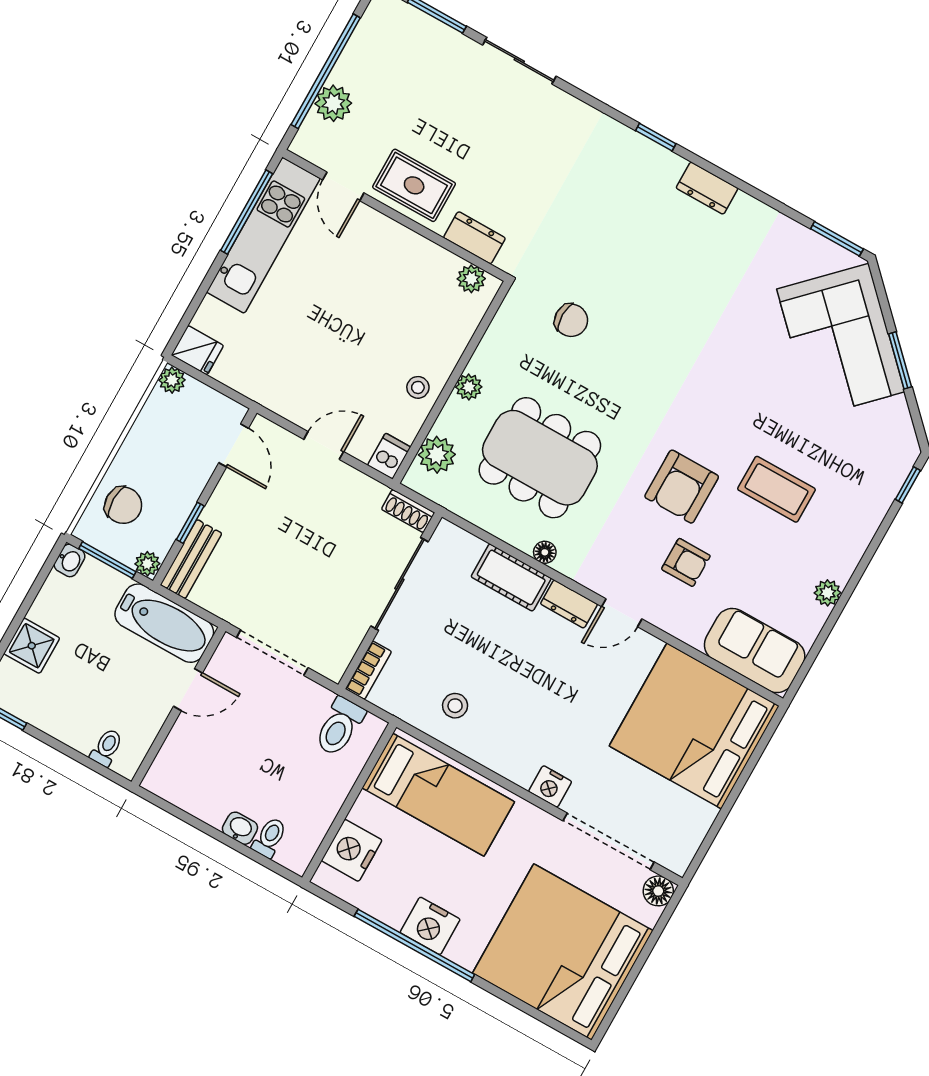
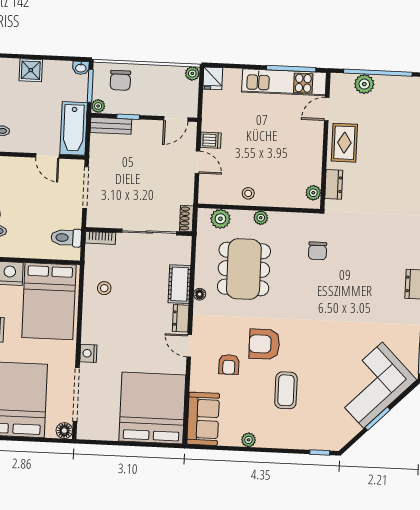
dishwasher: (389, 456) -> (211, 140), moved
bed: (438, 795) -> (49, 301), width x1.50

